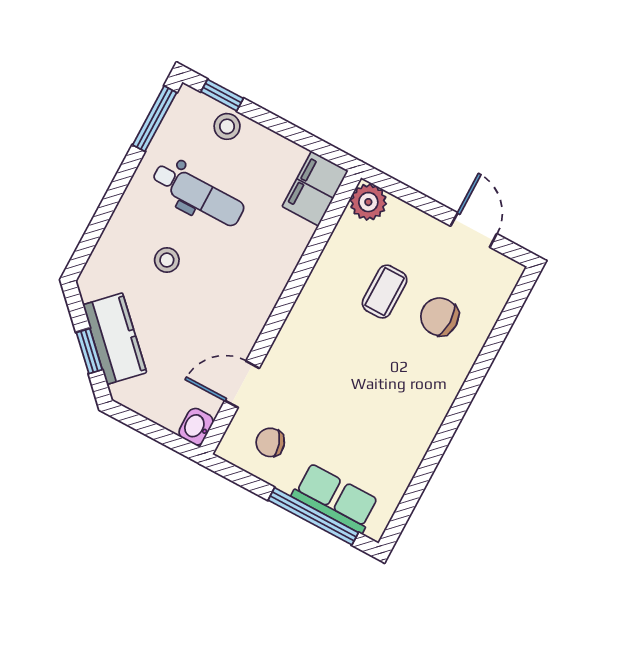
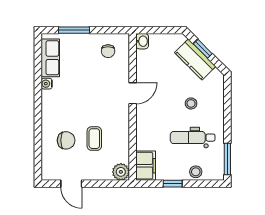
window: (222, 95) -> (173, 184), moved
door: (242, 384) -> (133, 93), moved
chair: (270, 442) -> (108, 51), turned 109
water cooler: (419, 443) -> (47, 84), added
row of seats: (335, 498) -> (50, 58), moved, turned -90
window: (313, 516) -> (74, 30), width x0.69

